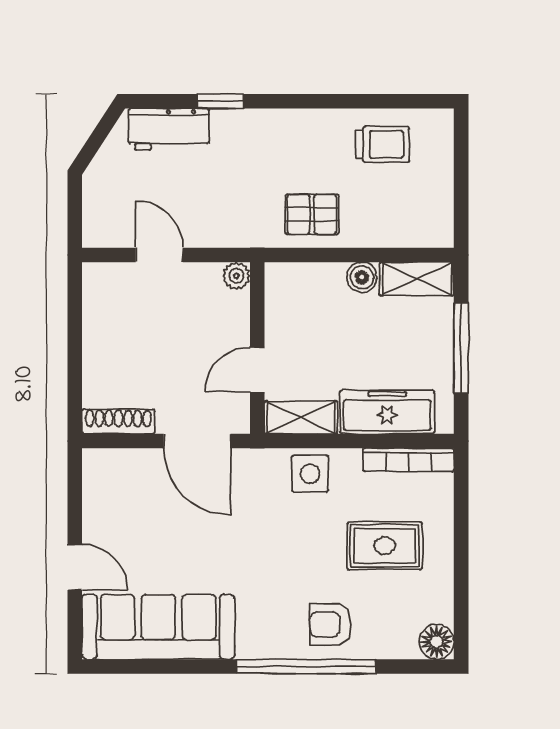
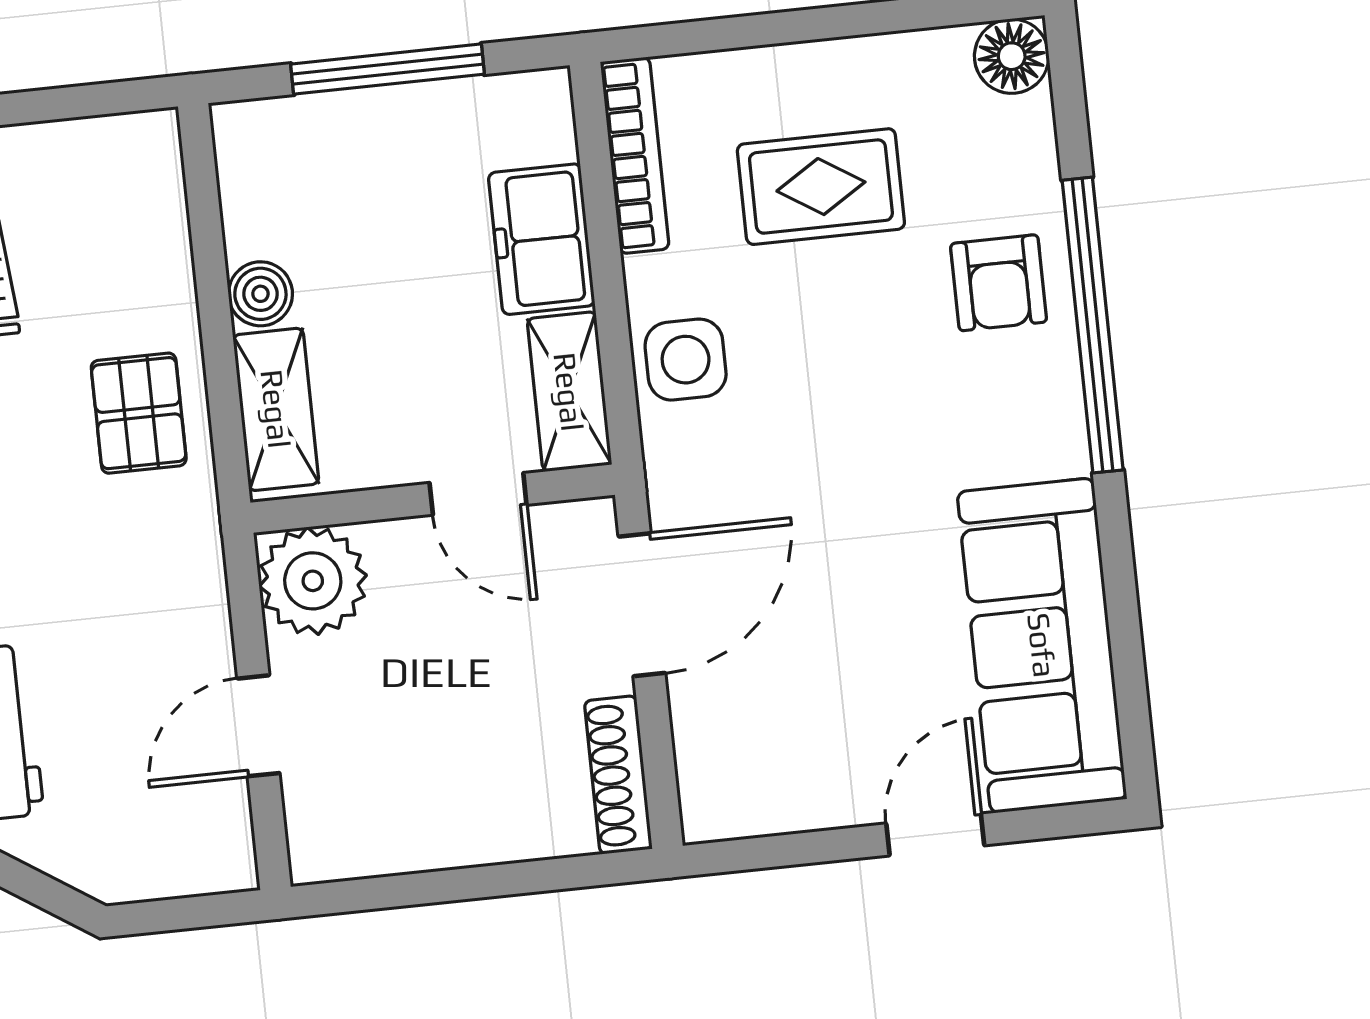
plant: (236, 276) -> (313, 581), width x1.88, depth x1.88
shelving: (417, 279) -> (276, 409), moved
freezer: (387, 412) -> (542, 239), width x0.71
rug: (385, 546) -> (821, 187), turned 90

